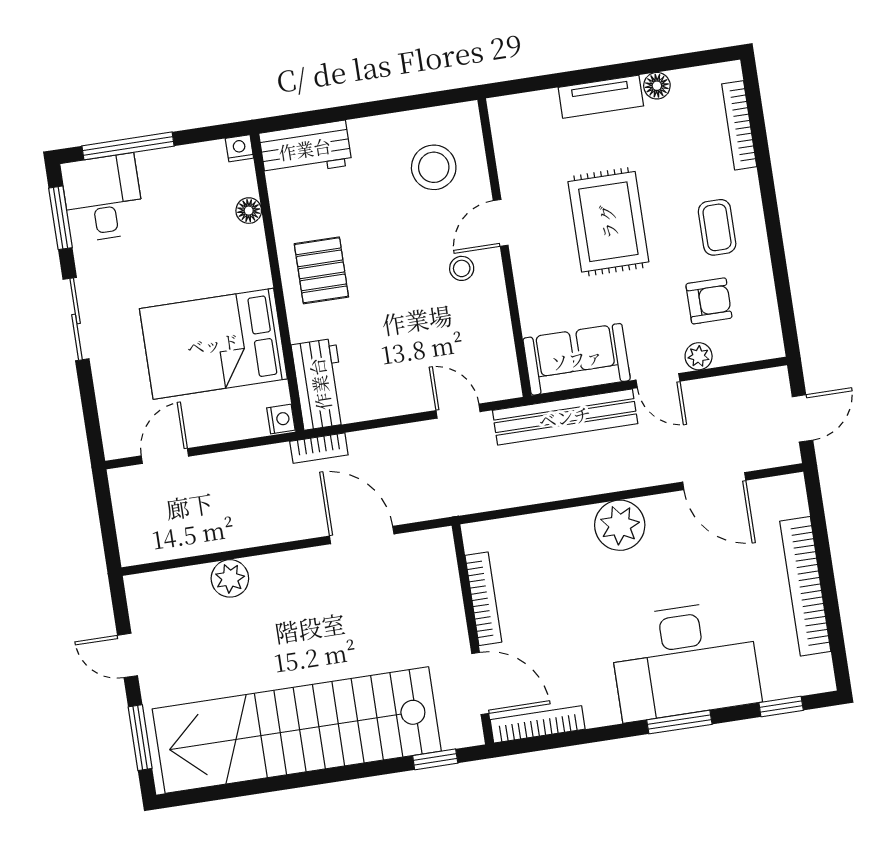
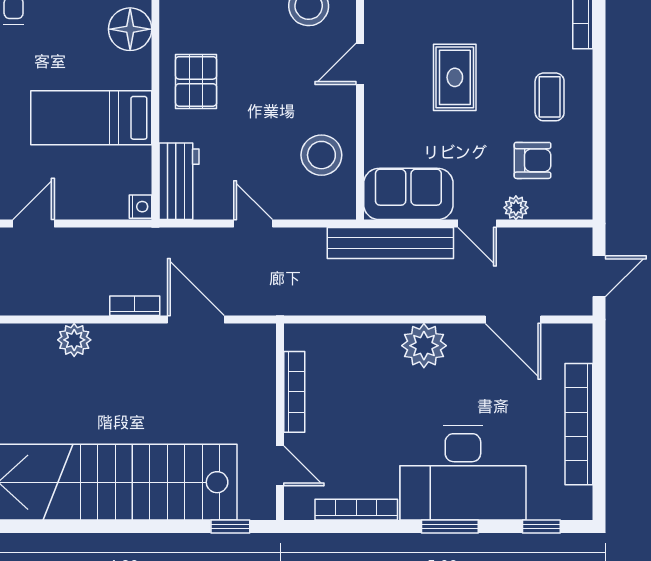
floor lamp: (249, 211) -> (130, 29), width x1.89, depth x1.89
rug: (608, 222) -> (455, 77), width x0.73, depth x0.70
stool: (462, 268) -> (321, 155), moved, width x1.89, depth x1.89
bed: (213, 344) -> (91, 118), width x0.67
door: (458, 411) -> (253, 224), moved
bookcase: (319, 448) -> (135, 306), moved, turned 180
door: (480, 683) -> (280, 466), width x0.73
bookcase: (538, 724) -> (356, 510), moved

